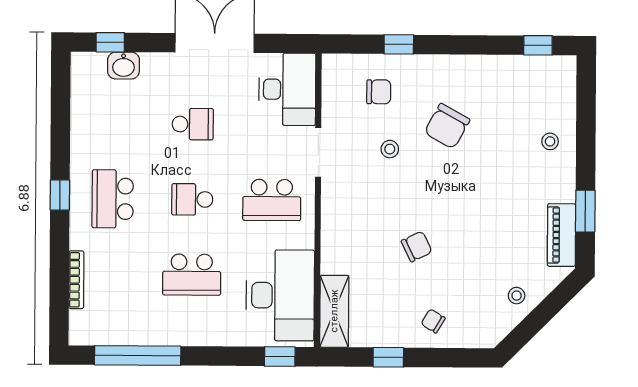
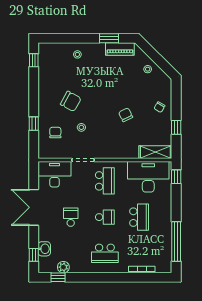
plant: (83, 107) -> (63, 267), added
window: (60, 195) -> (58, 277), moved
school desk: (192, 199) -> (105, 217), turned -90

